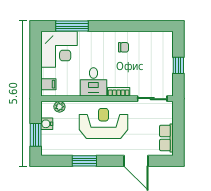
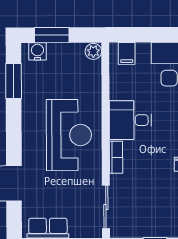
plant: (59, 107) -> (93, 51), moved
water cooler: (47, 124) -> (37, 51), moved
window: (84, 161) -> (14, 81), moved

